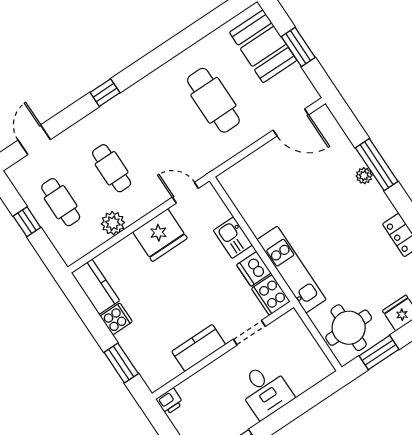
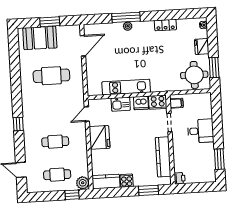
window: (27, 222) -> (72, 195), moved
plant: (113, 223) -> (83, 183), moved
kitchen unit: (292, 270) -> (126, 87), moved
filing cabinet: (287, 326) -> (176, 103), added
kitchen counter: (199, 348) -> (163, 157), width x1.50

